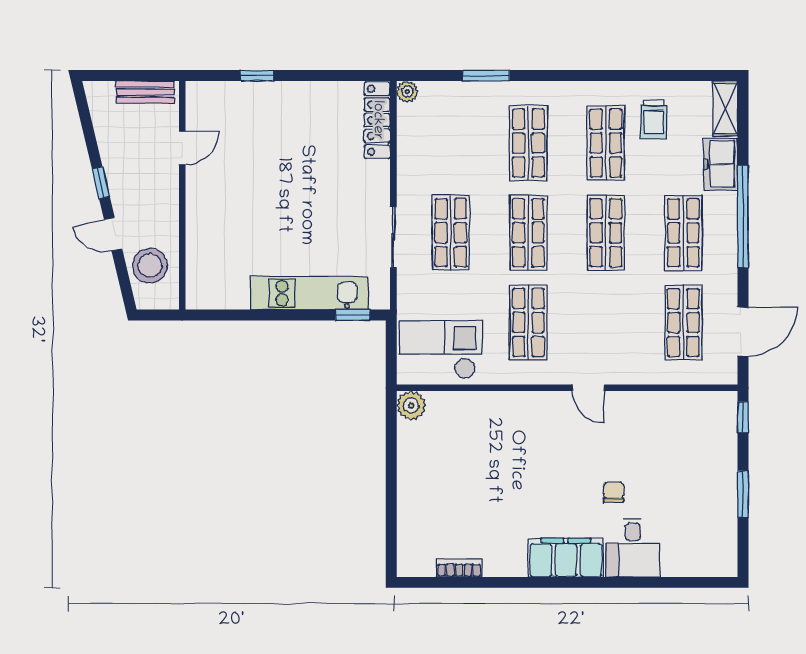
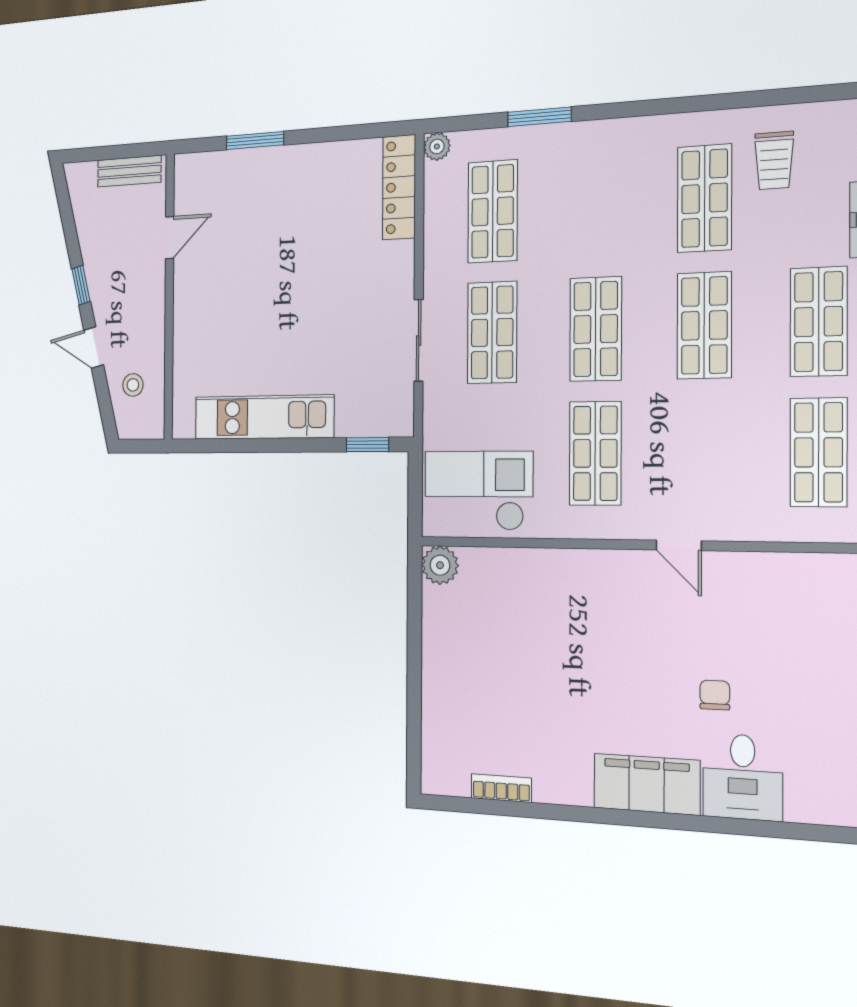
window: (257, 76) -> (255, 140), width x1.50
shop shelf: (528, 143) -> (493, 211), moved
stool: (150, 266) -> (133, 385), width x0.53, depth x0.53
kitchen unit: (309, 293) -> (264, 417), moved

